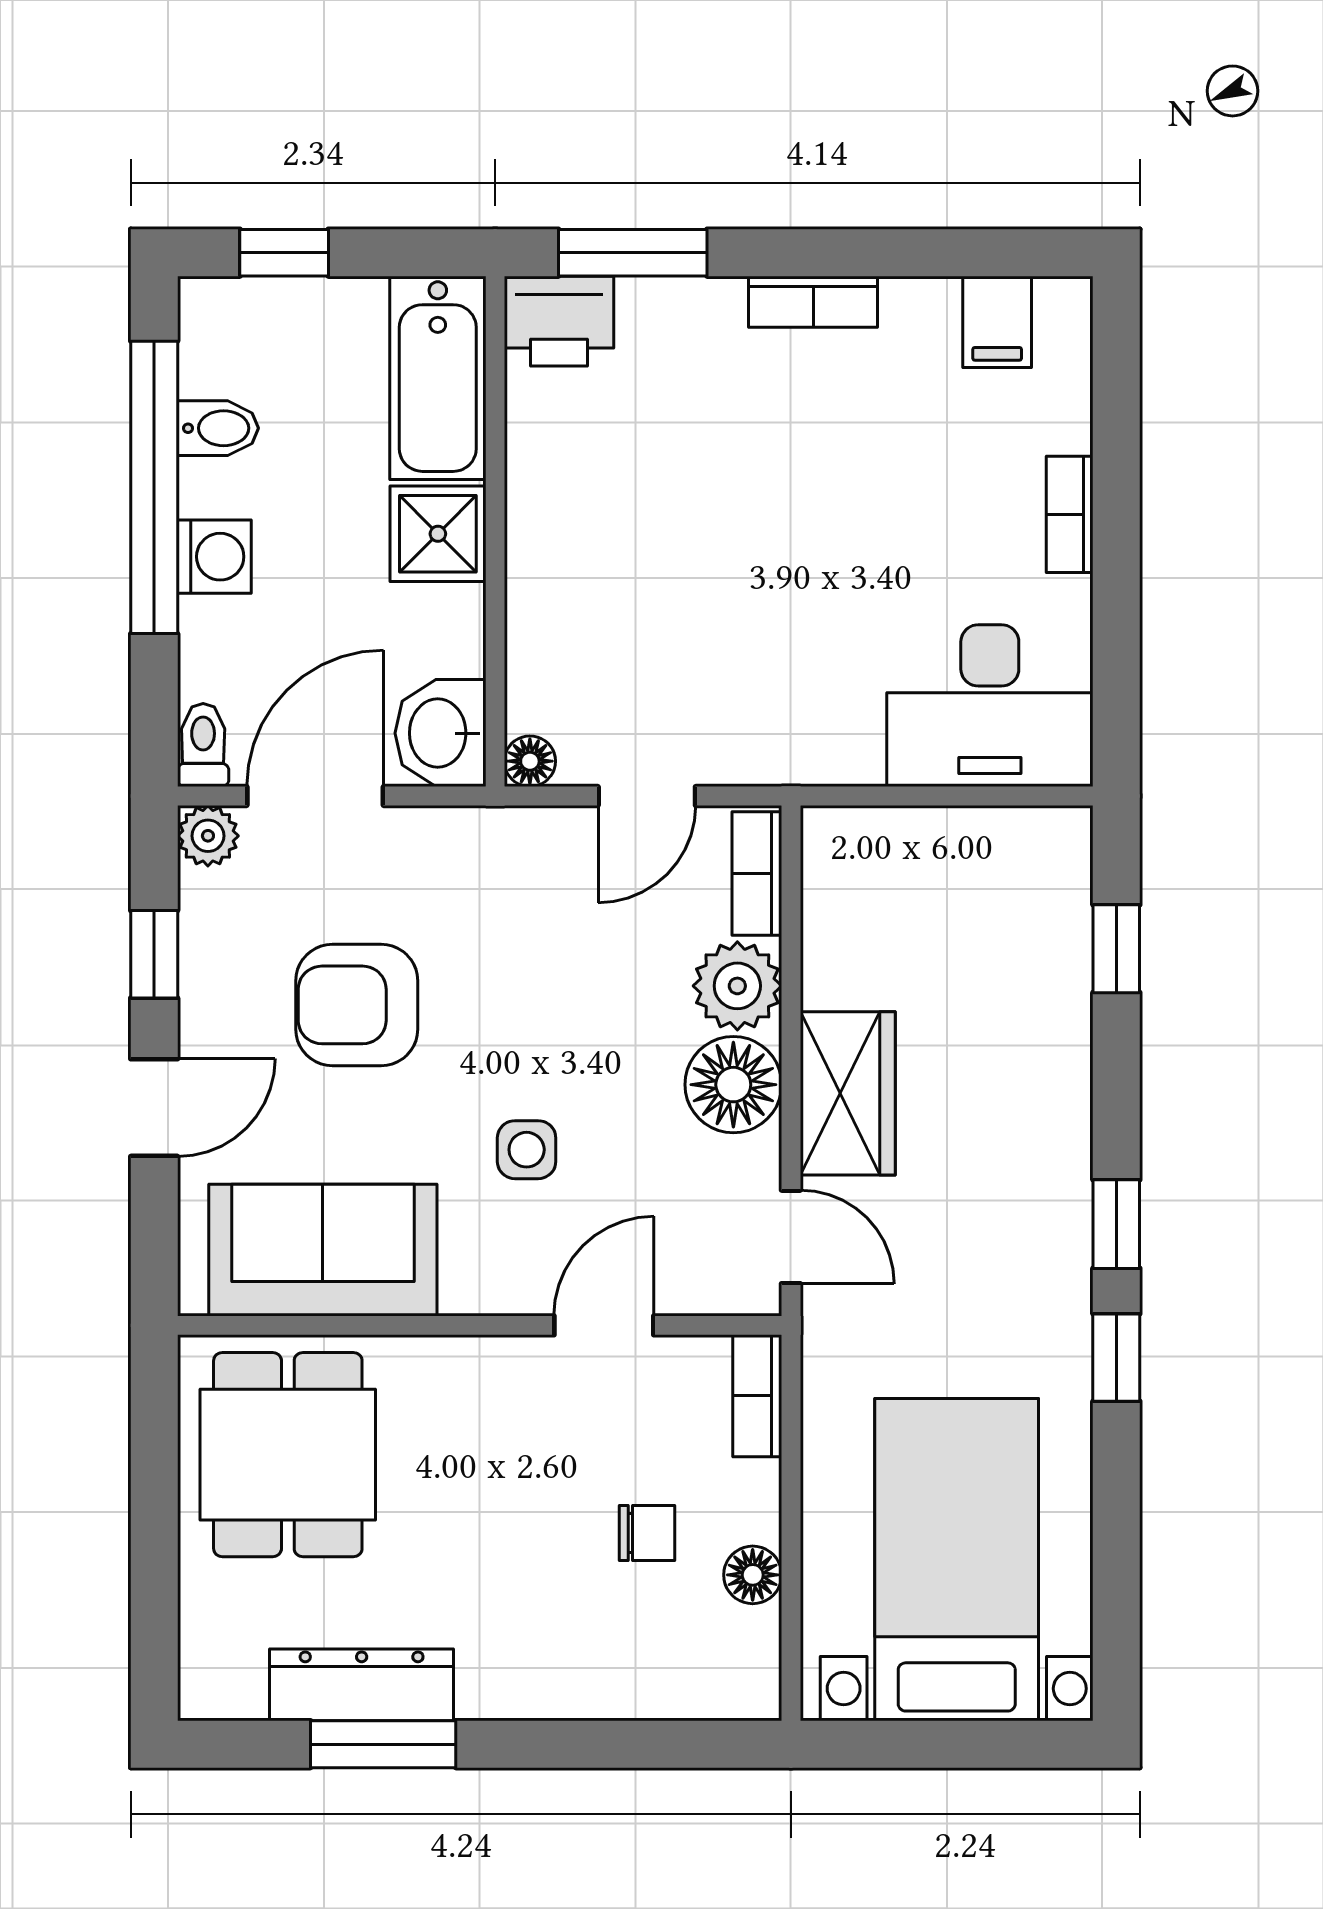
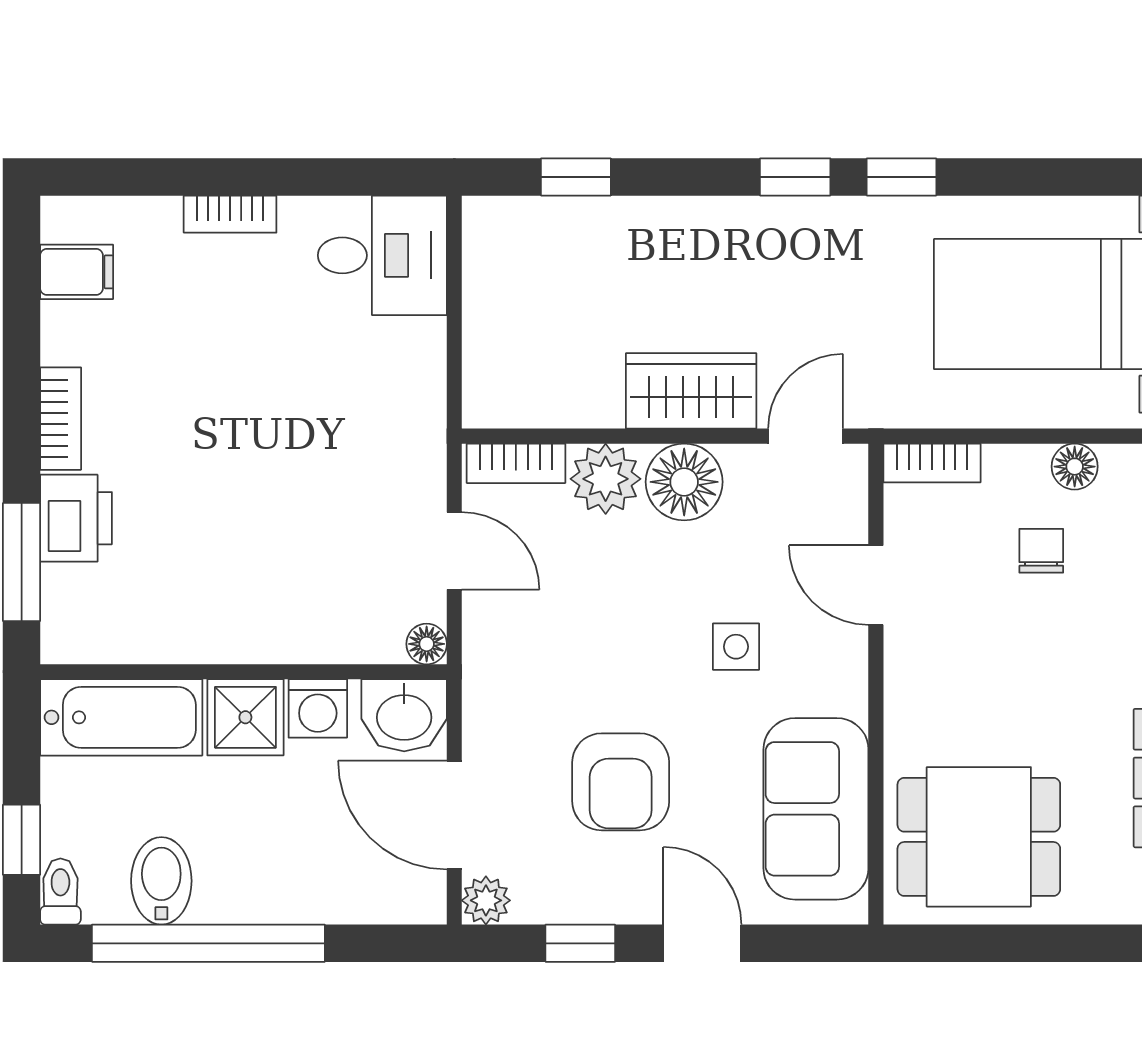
printer: (559, 321) -> (76, 518), moved
bidet: (218, 428) -> (161, 881), width x1.38, depth x1.36
washing machine: (214, 557) -> (318, 708), moved, turned 180
desk: (990, 706) -> (382, 255), width x0.73
toilet: (203, 745) -> (60, 892), moved, turned 90

